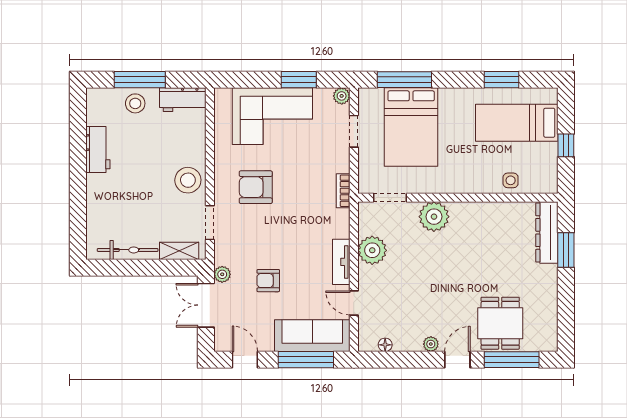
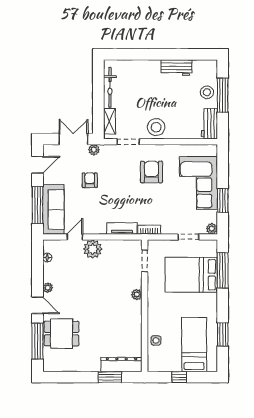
plant: (434, 217) -> (137, 294), width x0.53, depth x0.53
plant: (372, 250) -> (93, 249), moved
tv unit: (341, 262) -> (122, 229), moved

